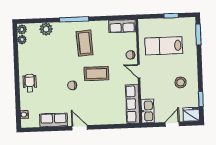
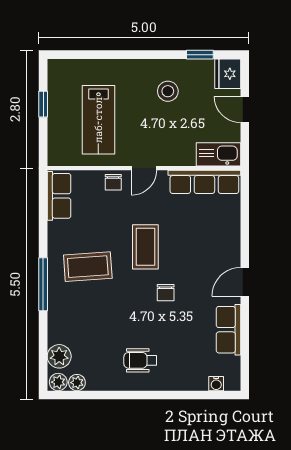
plant: (46, 29) -> (59, 356), moved
window: (198, 35) -> (80, 55), removed
wheelchair: (30, 83) -> (140, 360), moved

